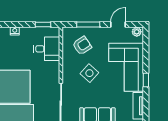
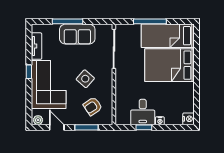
window: (43, 25) -> (144, 127), moved
door: (118, 25) -> (57, 127), swing flipped
desk: (47, 49) -> (143, 112), moved, turned -90

